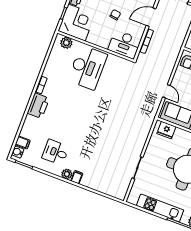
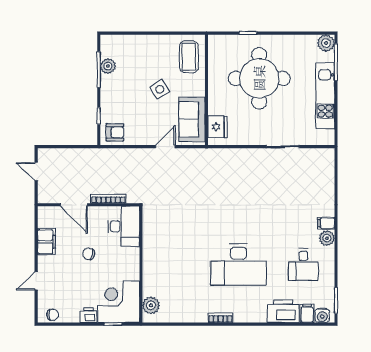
desk: (87, 67) -> (238, 264), moved, turned 180
printer: (38, 106) -> (283, 311), moved

